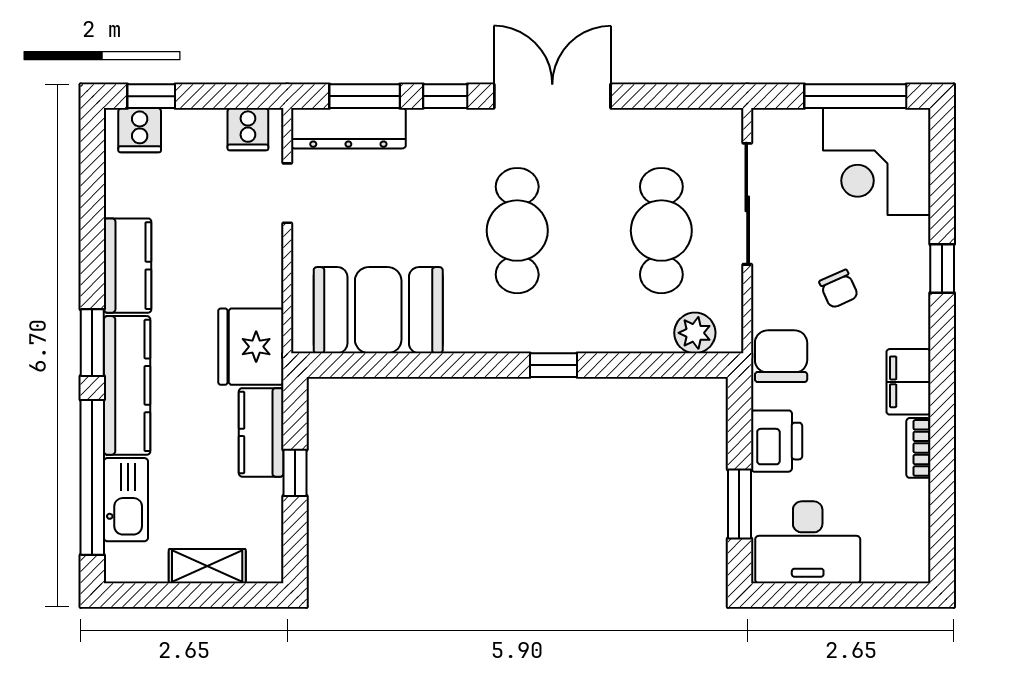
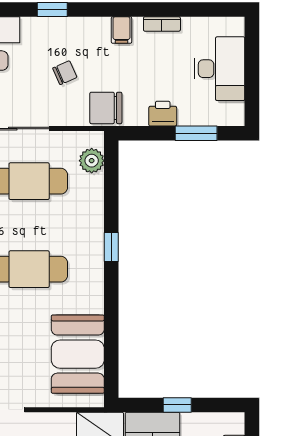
filing cabinet: (909, 382) -> (122, 30), width x0.50
printer: (777, 441) -> (163, 114), width x0.73, depth x0.81
desk: (808, 542) -> (220, 69), moved

